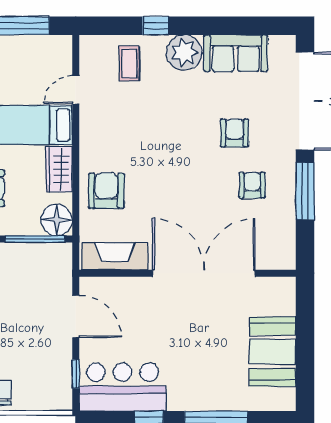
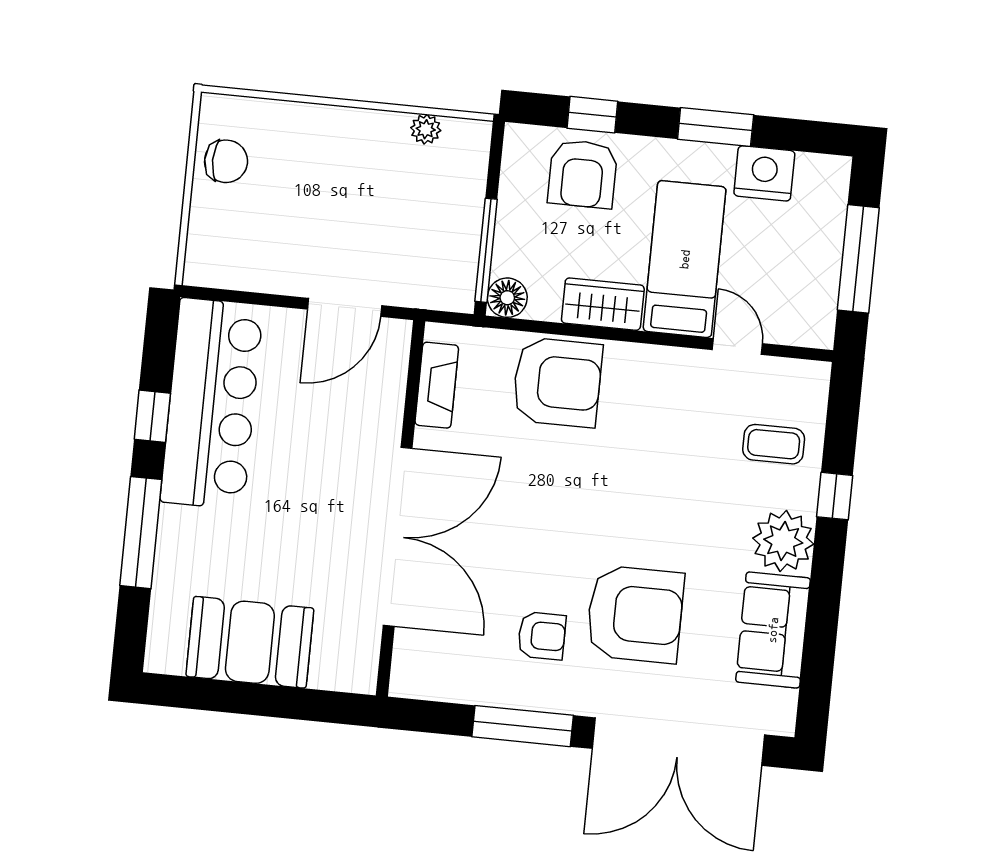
armchair: (235, 133) -> (635, 614), width x1.88, depth x1.88
armchair: (106, 191) -> (557, 382), width x1.36, depth x1.36
floor lamp: (57, 220) -> (507, 298), width x0.73, depth x0.73
fireplace: (115, 256) -> (437, 385), width x0.73, depth x0.76
window: (76, 374) -> (245, 297), removed
bar counter: (123, 387) -> (212, 404), width x1.36

